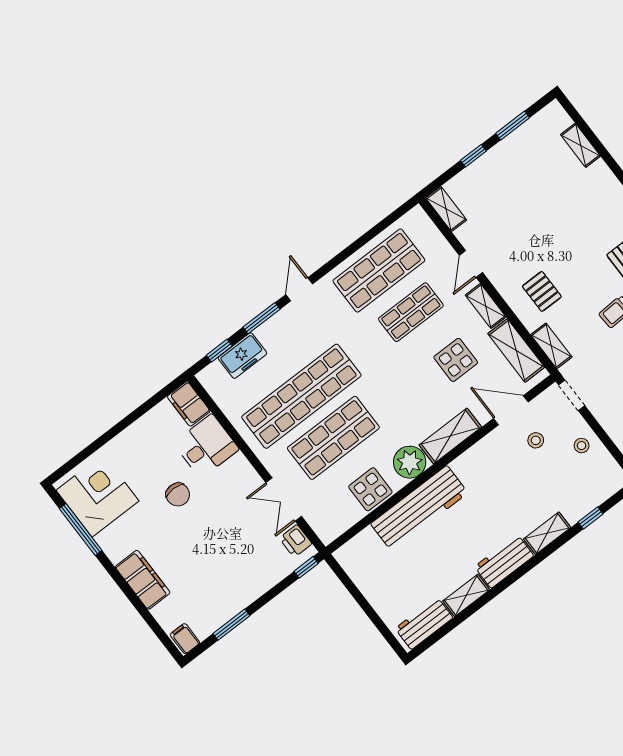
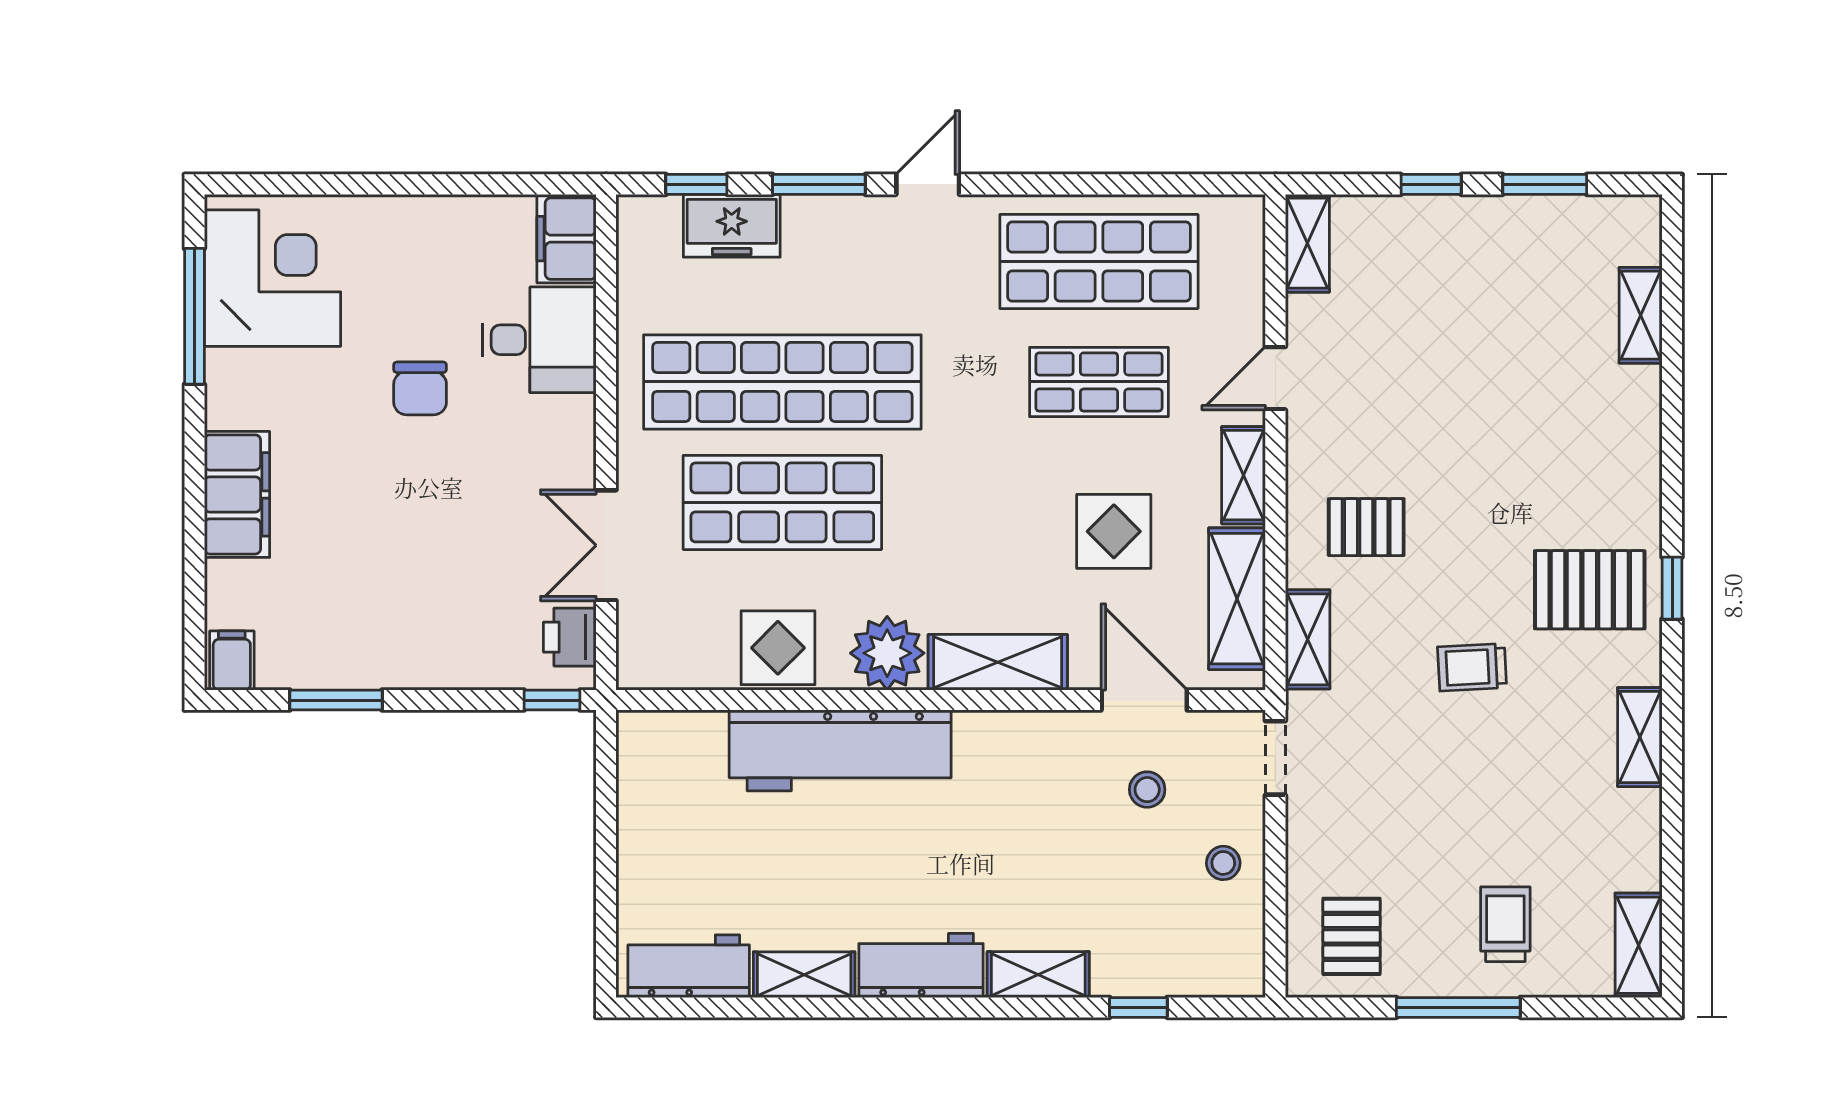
pallet: (542, 291) -> (1366, 527), turned 90

